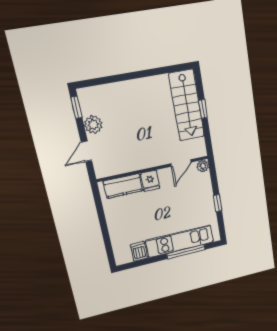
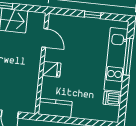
plant: (203, 166) -> (54, 19), removed
kitchen counter: (123, 186) -> (55, 108), moved, turned -90

